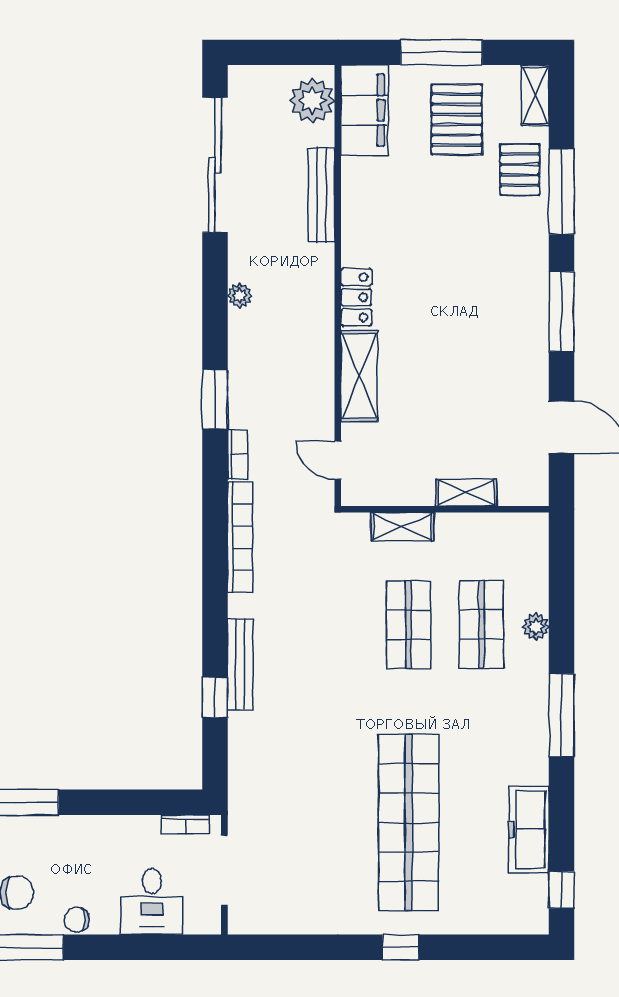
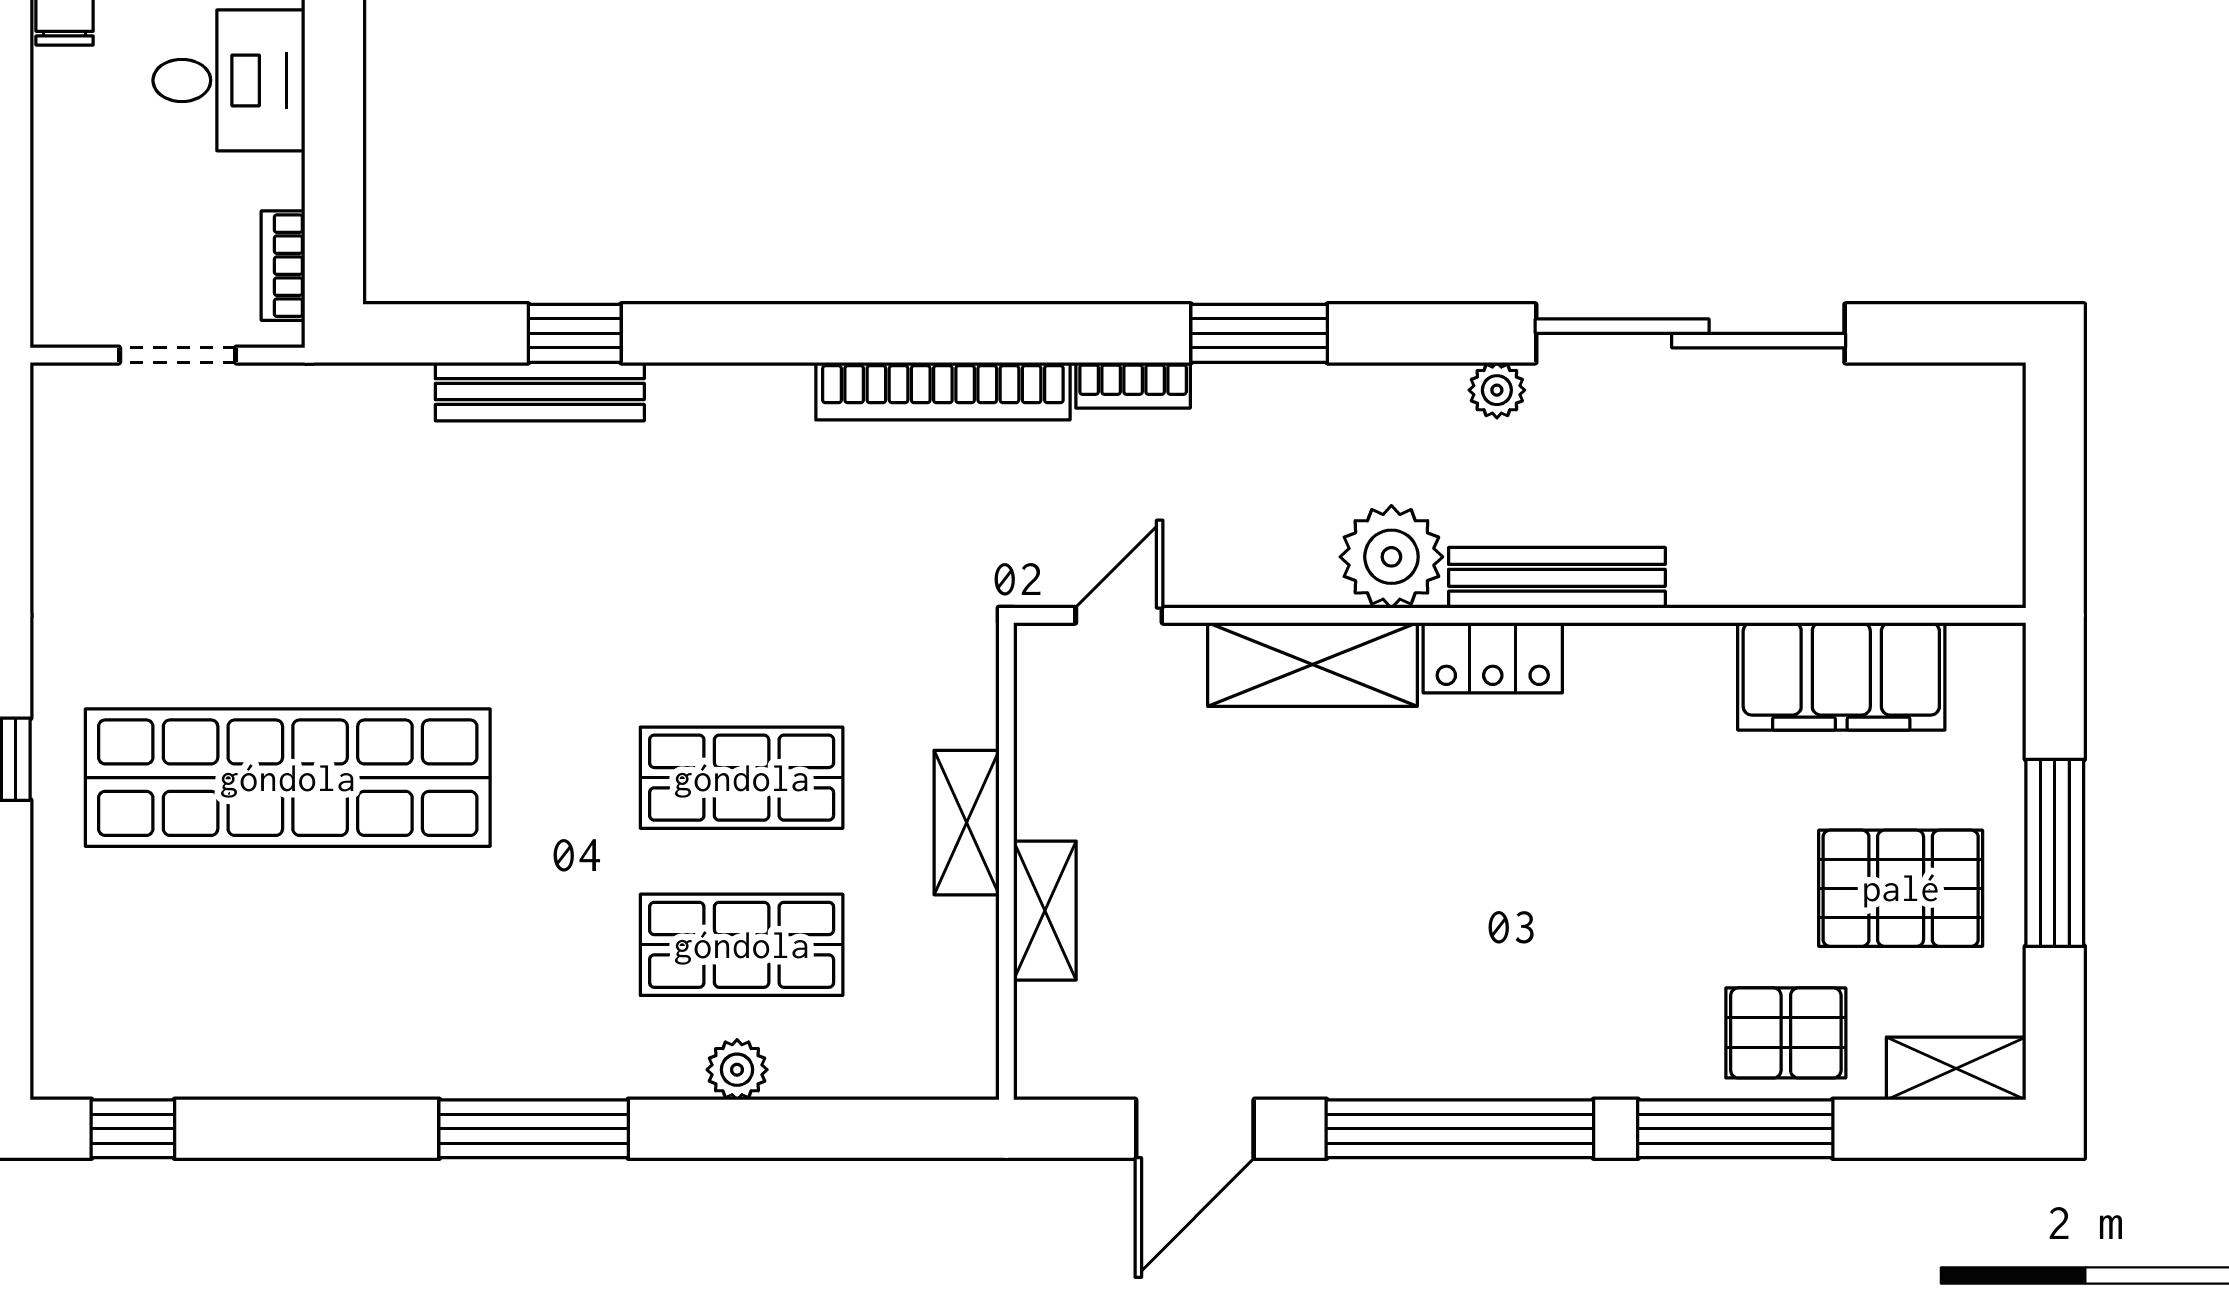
plant: (312, 101) -> (1391, 557), moved
filing cabinet: (364, 110) -> (1841, 676), moved
sliding door: (215, 165) -> (1690, 333), moved
bench: (321, 195) -> (1557, 578), moved
window: (562, 312) -> (1460, 1129), width x1.46
shelving: (402, 527) -> (967, 823), moved
bench: (240, 664) -> (540, 392), moved
freezer: (529, 829) -> (272, 1054), removed
doorway: (224, 870) -> (178, 355), width x0.73
desk: (152, 902) -> (229, 80), moved, turned 180

